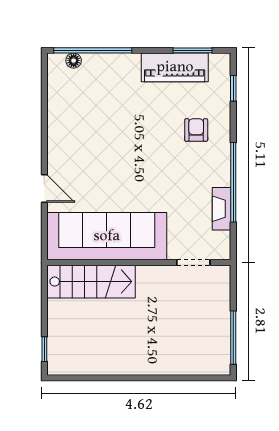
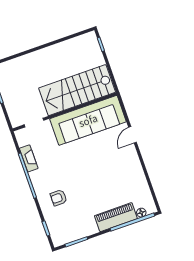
piano: (175, 67) -> (116, 217), moved
armchair: (196, 130) -> (59, 198), turned 90
door: (44, 189) -> (133, 135), hinge flipped
stairs: (91, 282) -> (77, 90), width x1.36, depth x1.51

